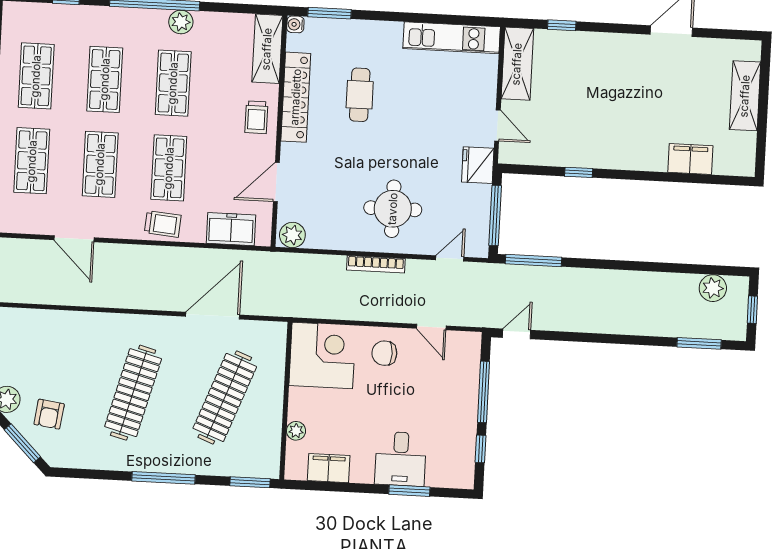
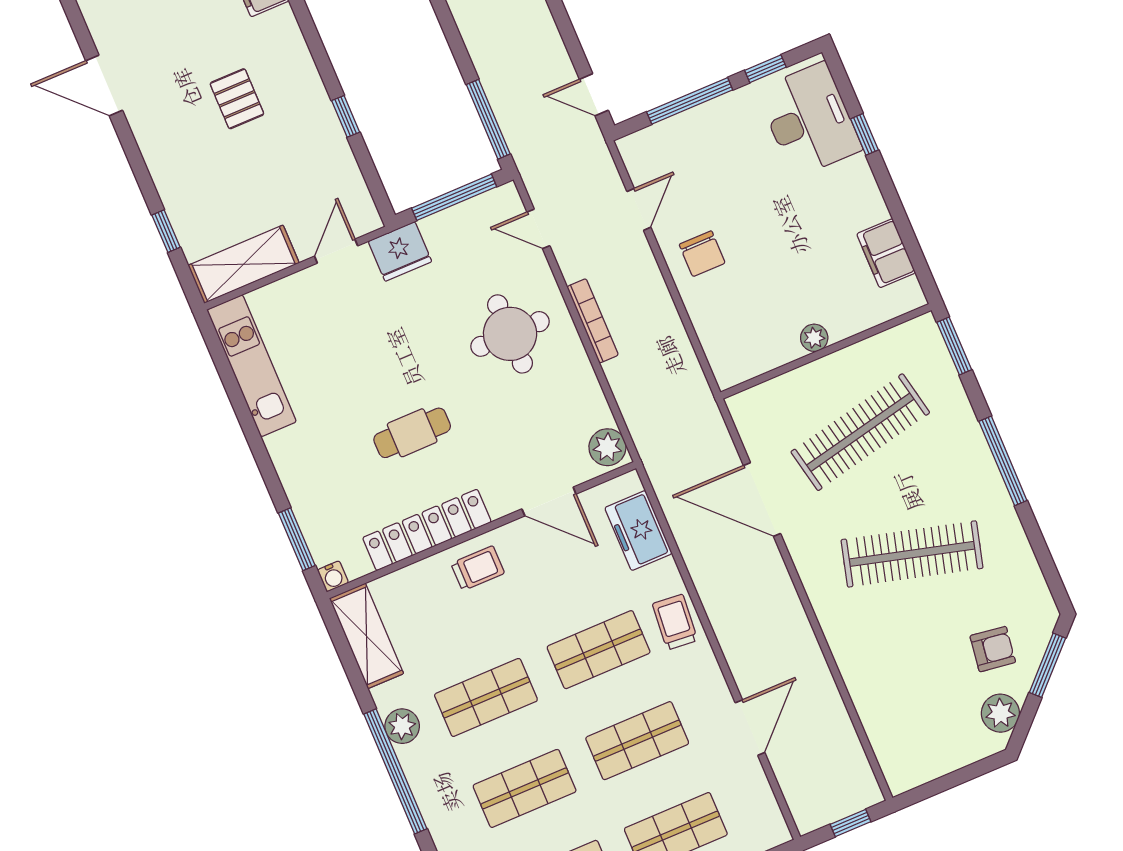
shelving: (267, 49) -> (366, 636), moved, turned 90
cafe table: (360, 95) -> (412, 433), moved
pallet: (623, 110) -> (237, 99), added
corner desk: (322, 356) -> (744, 332), removed
clothes rail: (225, 397) -> (860, 432), turned -33
plant: (296, 431) -> (814, 338), moved
desk: (401, 459) -> (809, 120), moved, width x1.37
window: (409, 491) -> (864, 134), width x0.67

